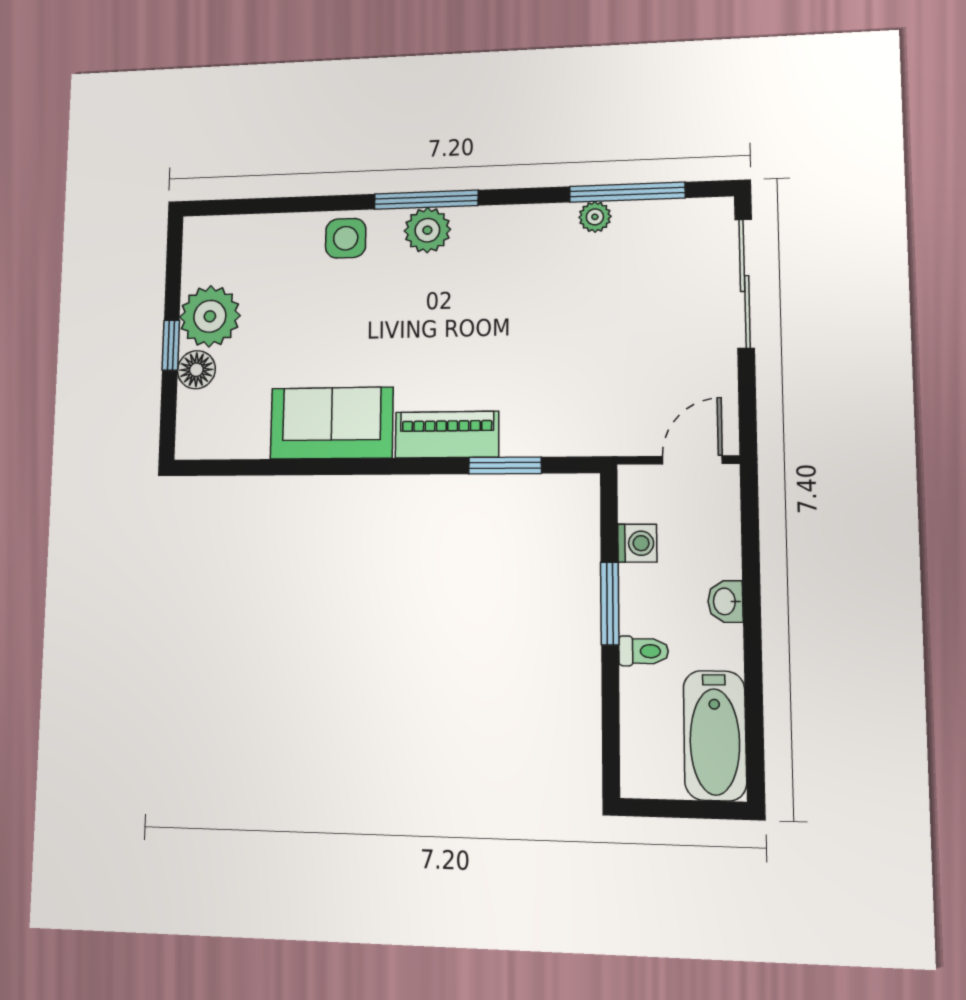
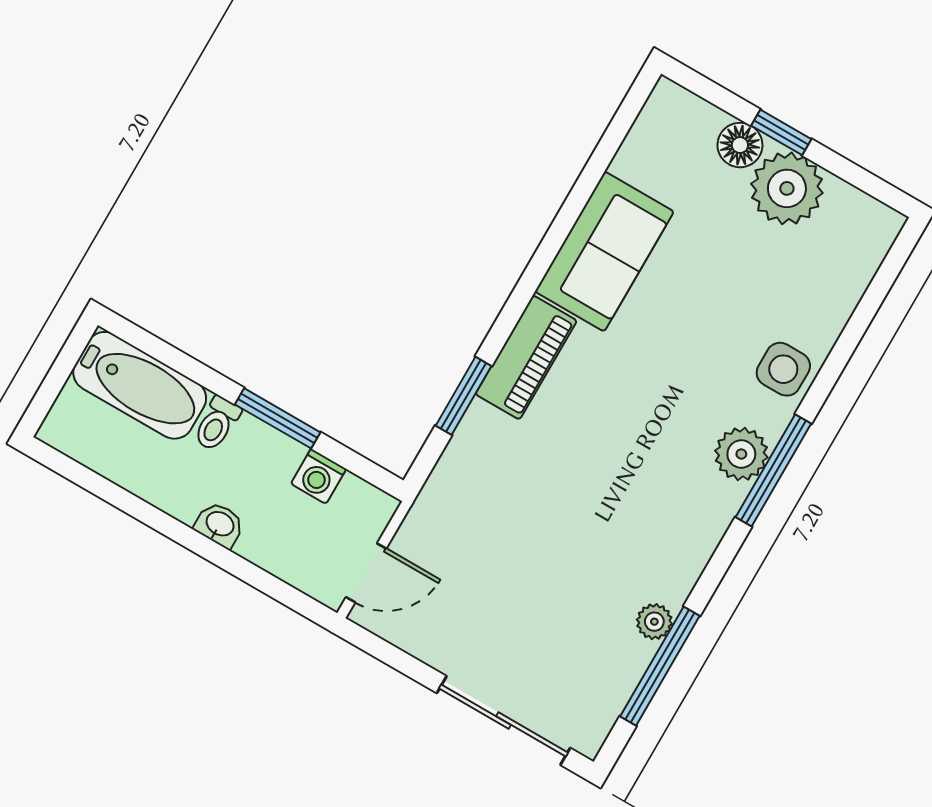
door: (692, 460) -> (366, 573), hinge flipped
bathtub: (715, 735) -> (140, 385), moved, turned 180

